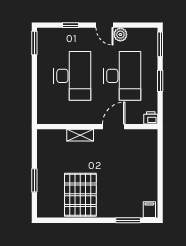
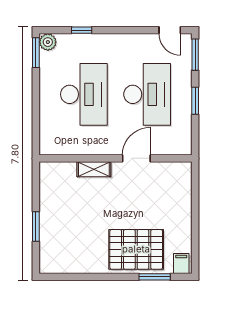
door: (105, 25) -> (170, 30), moved
plant: (120, 35) -> (48, 42), moved
printer: (151, 118) -> (183, 147), removed
pallet: (80, 195) -> (136, 249), moved, turned 90

